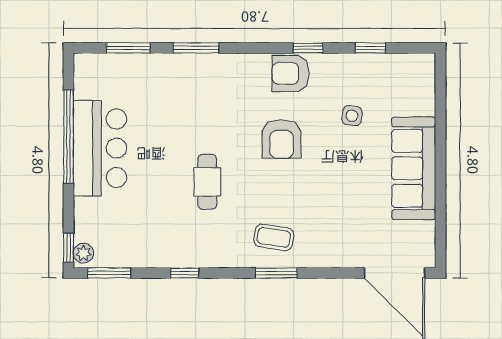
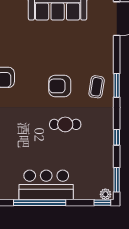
side table: (352, 116) -> (28, 43), removed
armchair: (282, 139) -> (60, 86), moved, turned 180

